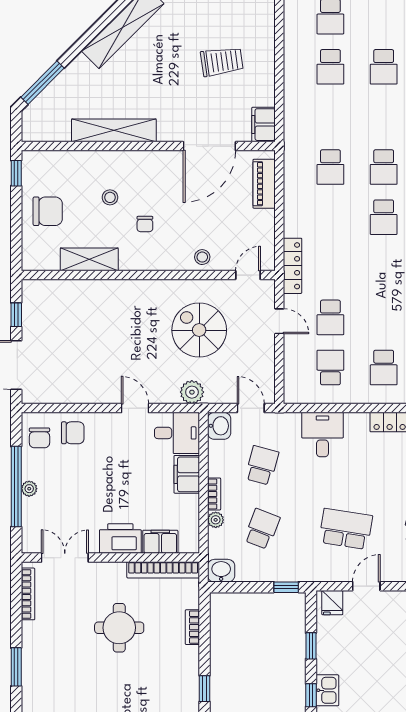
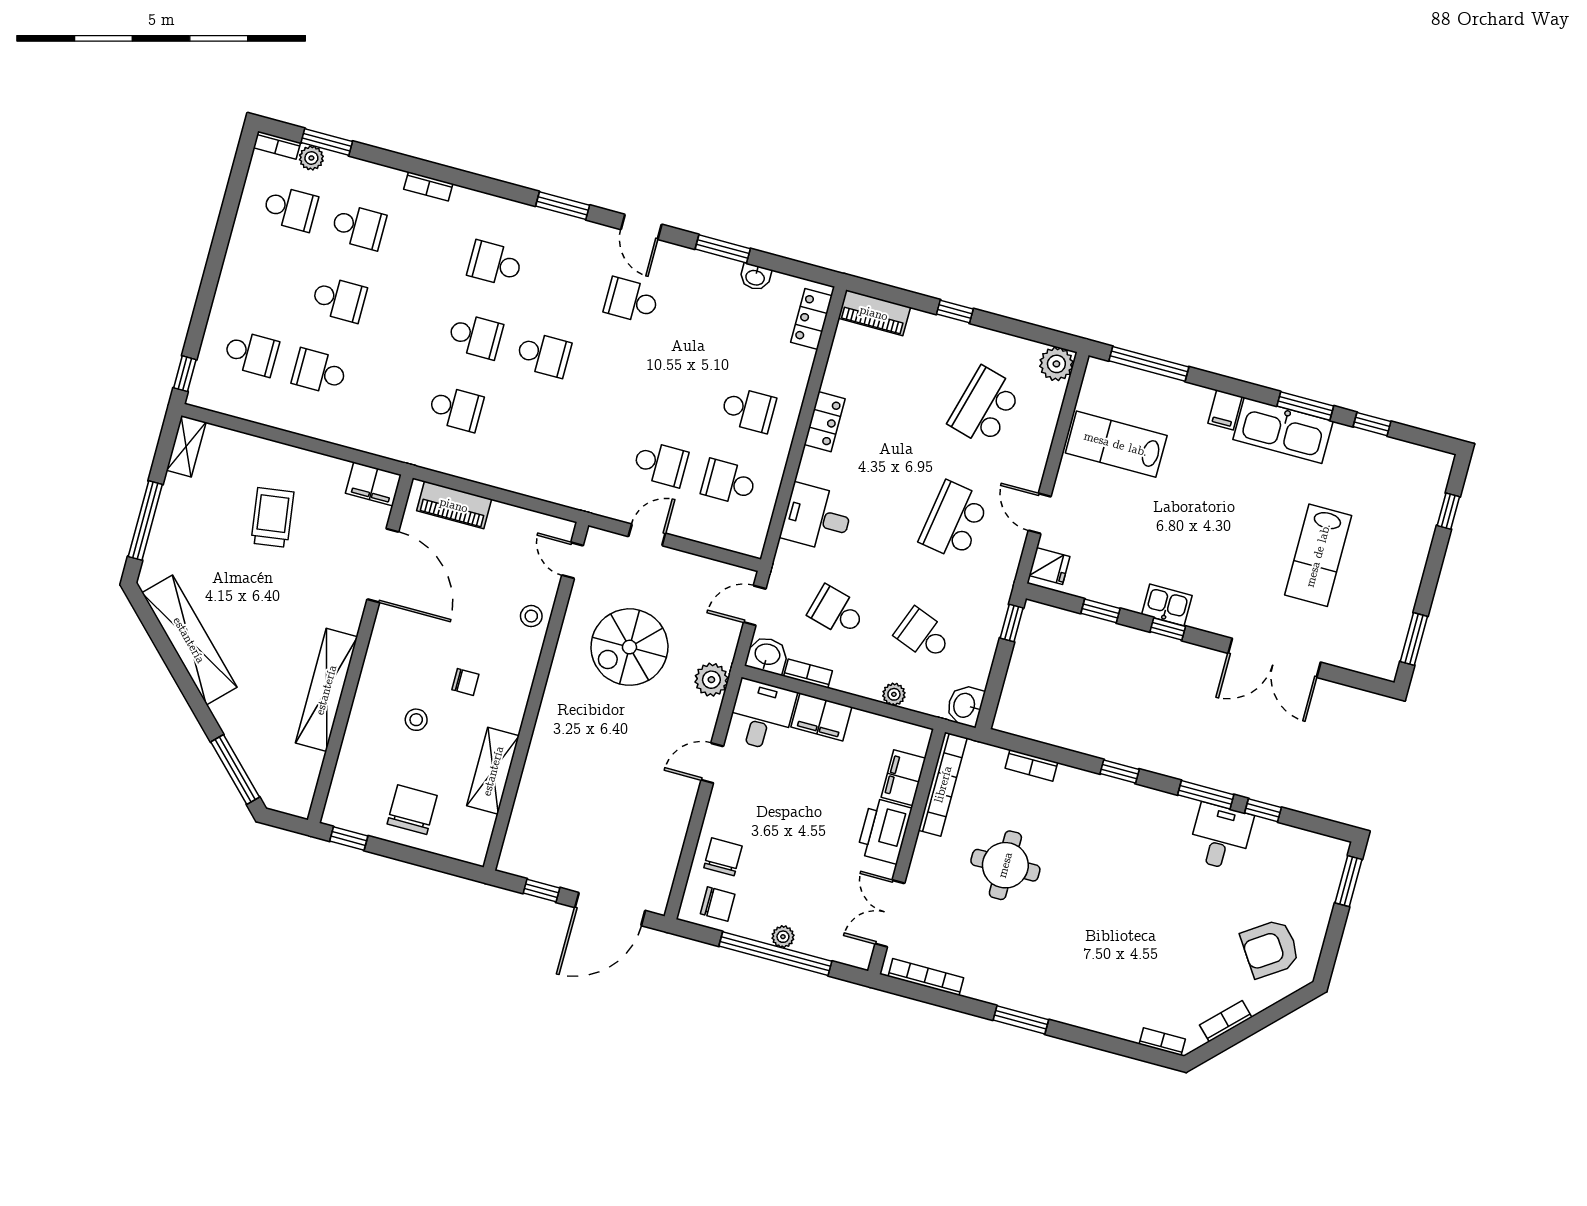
school desk: (330, 67) -> (319, 372), turned 180
locker: (292, 266) -> (576, 496), removed
bookcase: (214, 494) -> (808, 674), moved

